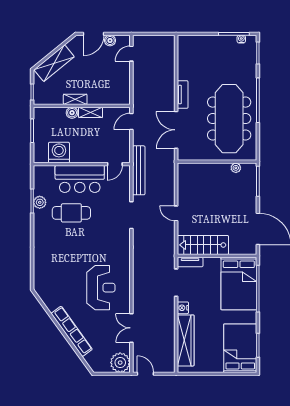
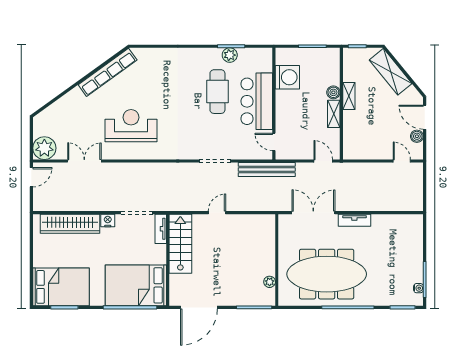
reception desk: (101, 288) -> (131, 126), turned 180
row of seats: (72, 331) -> (108, 72), moved

